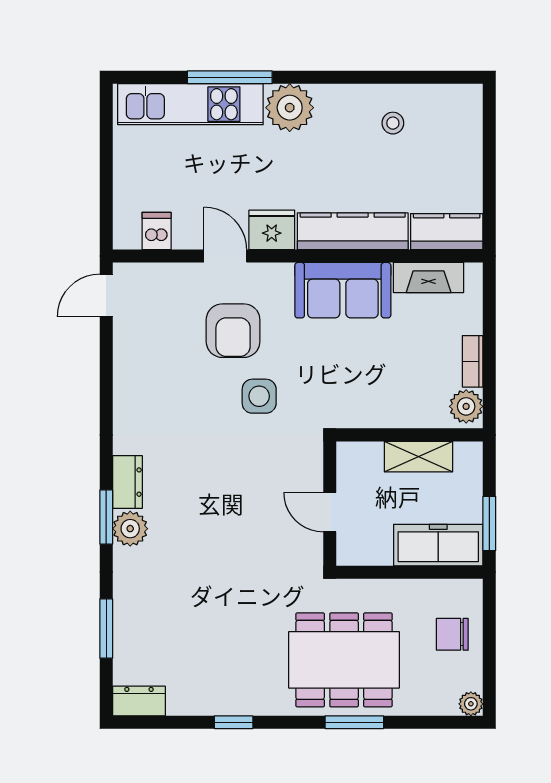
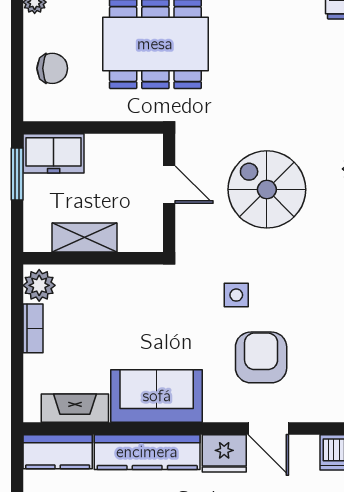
side table: (259, 396) -> (236, 295), width x0.73, depth x0.73
spiral stairs: (227, 507) -> (267, 189), added
freezer: (438, 545) -> (54, 153), width x0.71

